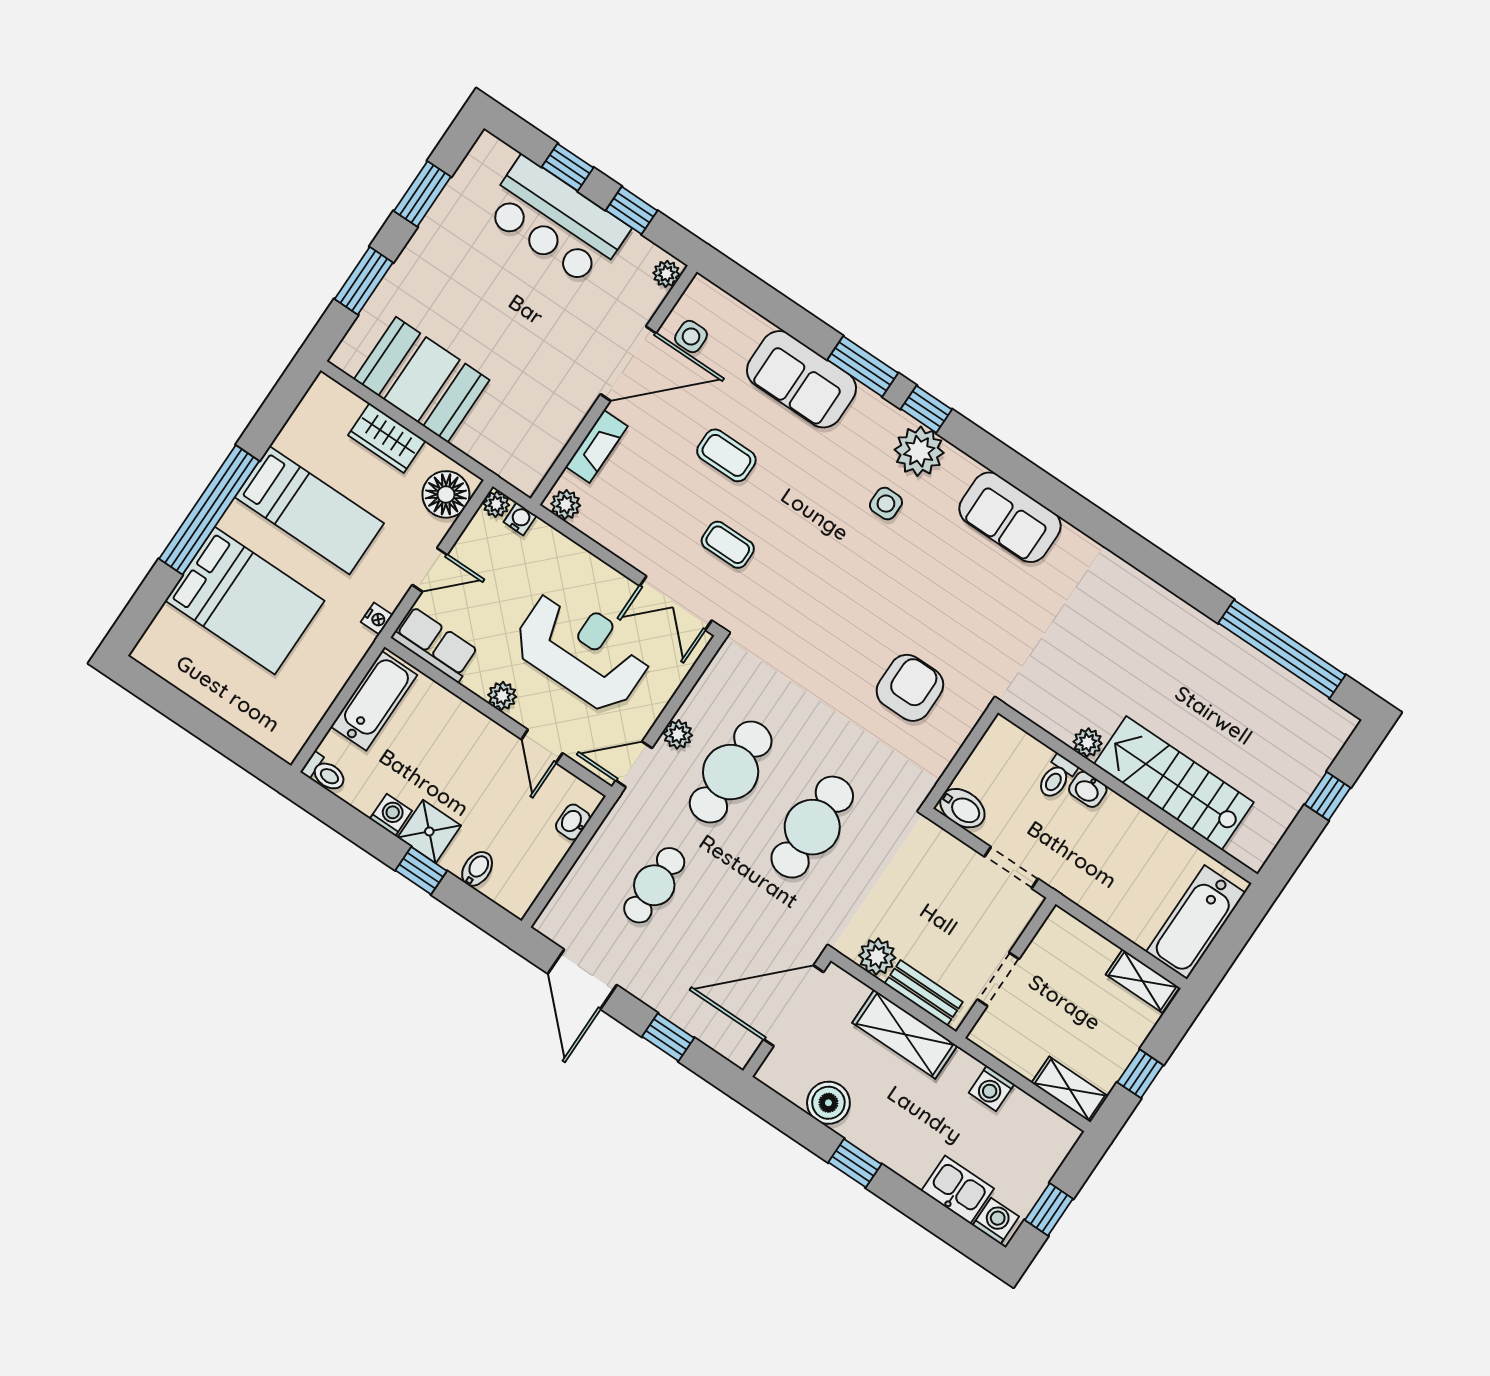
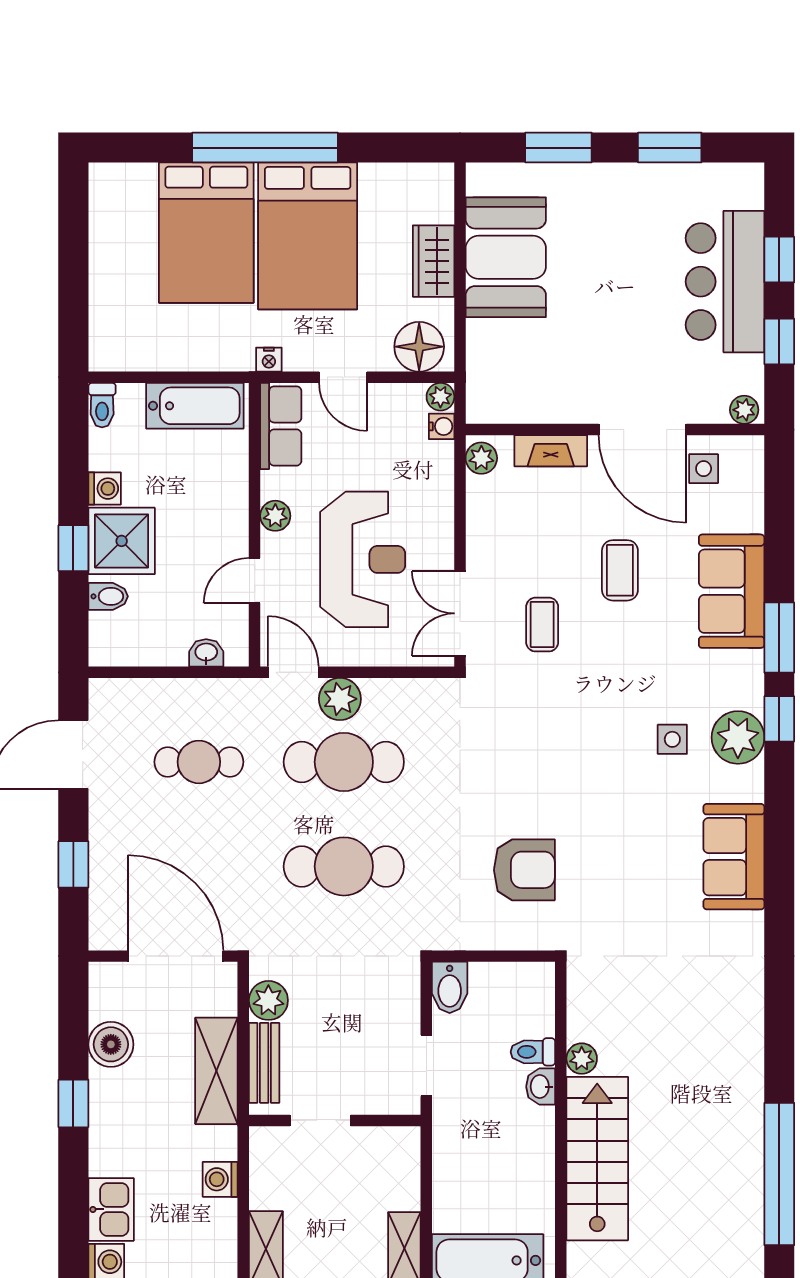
bed: (309, 510) -> (308, 236), width x1.50
plant: (678, 734) -> (340, 699), width x1.38, depth x1.38
shower: (429, 831) -> (122, 541), width x1.36, depth x1.36

